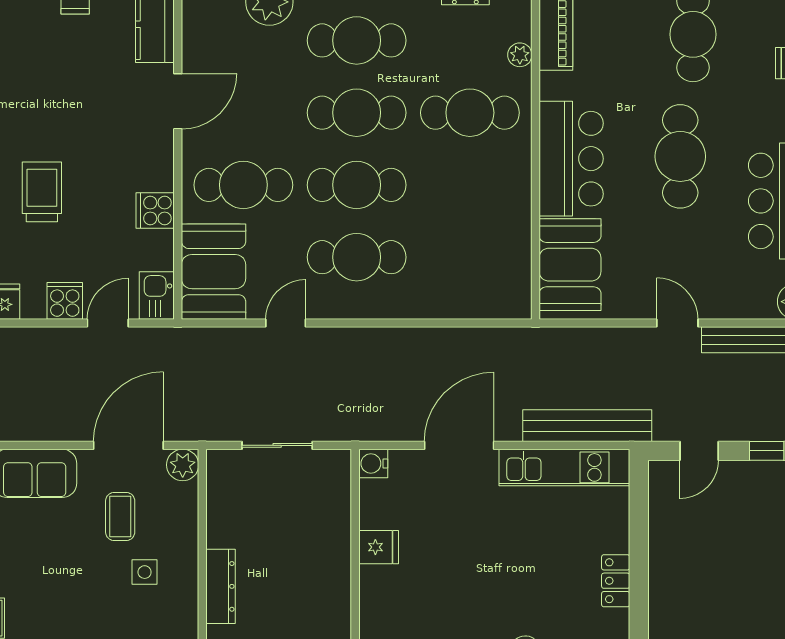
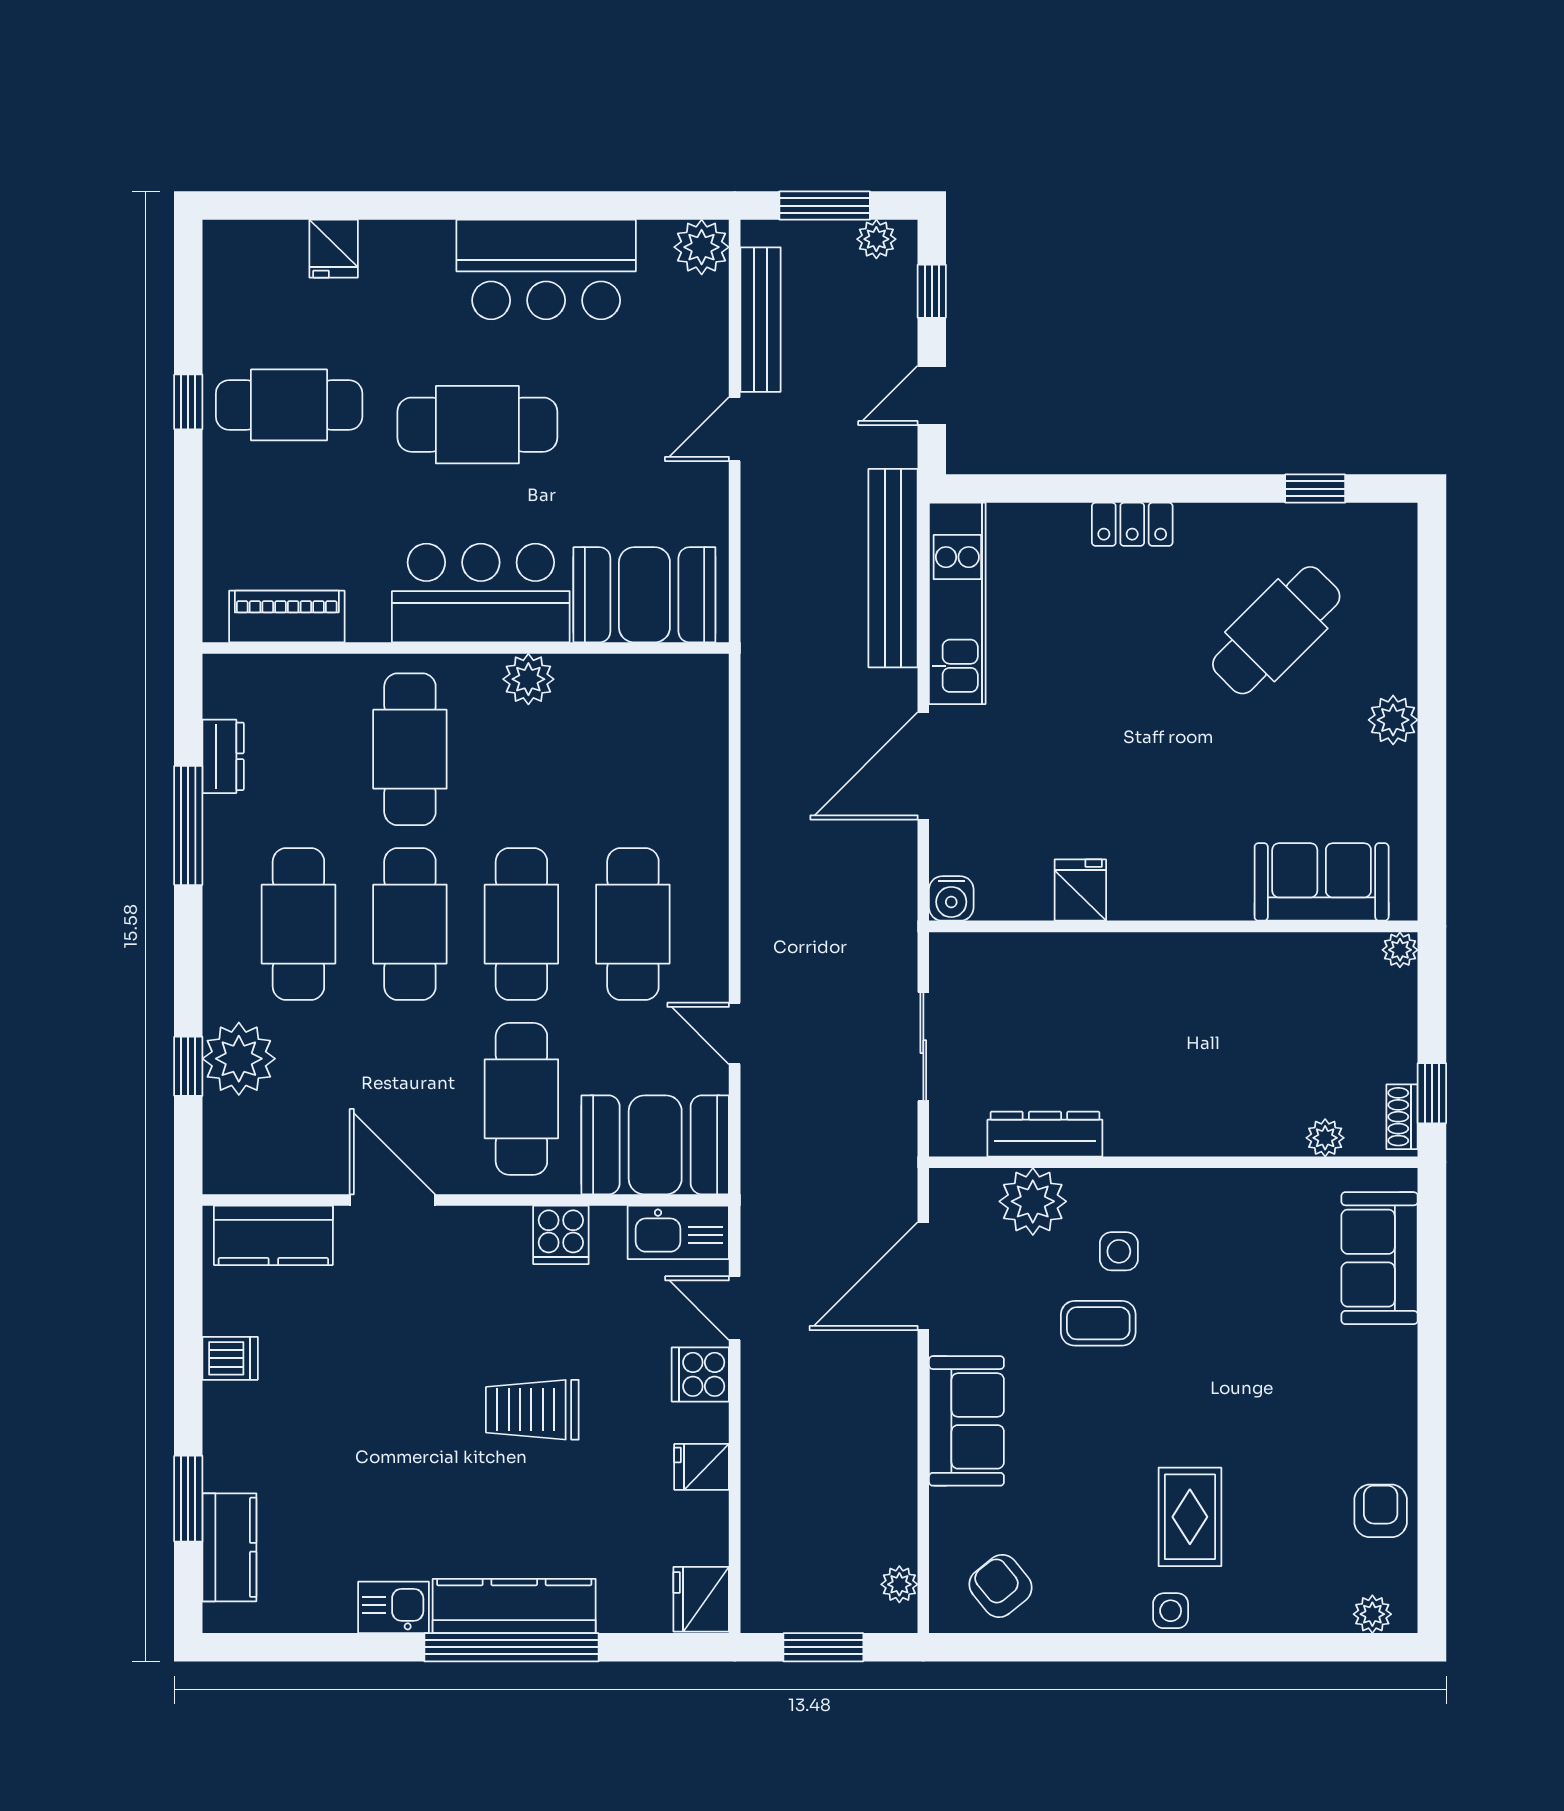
plant: (520, 55) -> (528, 679), moved, width x1.38, depth x1.38
kitchen sink: (157, 296) -> (678, 1232), width x1.38
door: (128, 445) -> (923, 1276), hinge flipped
door: (459, 445) -> (923, 766), hinge flipped
door: (699, 451) -> (932, 395), swing flipped
plant: (183, 465) -> (1033, 1201), moved, width x1.36, depth x1.36
coffee table: (120, 517) -> (1098, 1323), moved
dresser: (220, 586) -> (1045, 1134), moved

